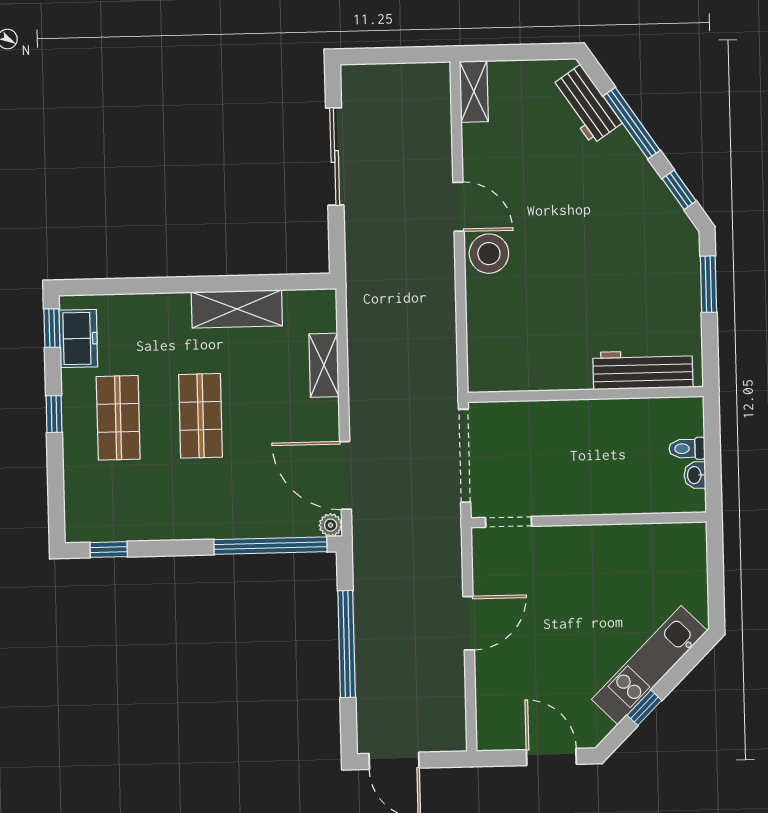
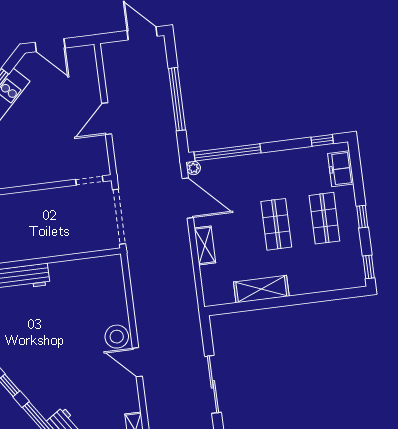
freezer: (78, 338) -> (341, 169), moved
shelving: (324, 365) -> (205, 245), moved

